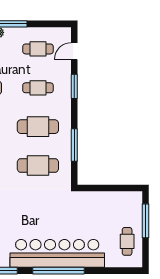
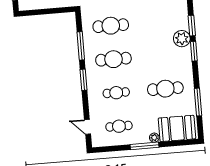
door: (74, 51) -> (87, 127), swing flipped
window: (74, 86) -> (84, 80), moved

